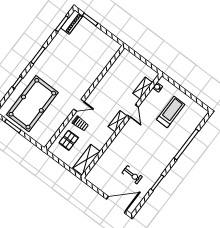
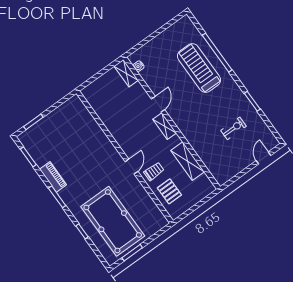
piano: (72, 22) -> (53, 177), moved
shelving: (143, 88) -> (126, 73), moved
door: (133, 111) -> (158, 104), hinge flipped
treadmill: (171, 112) -> (199, 68), moved, width x1.37, depth x1.38
shelving: (87, 160) -> (188, 161), moved
door: (116, 205) -> (263, 158), width x0.53

